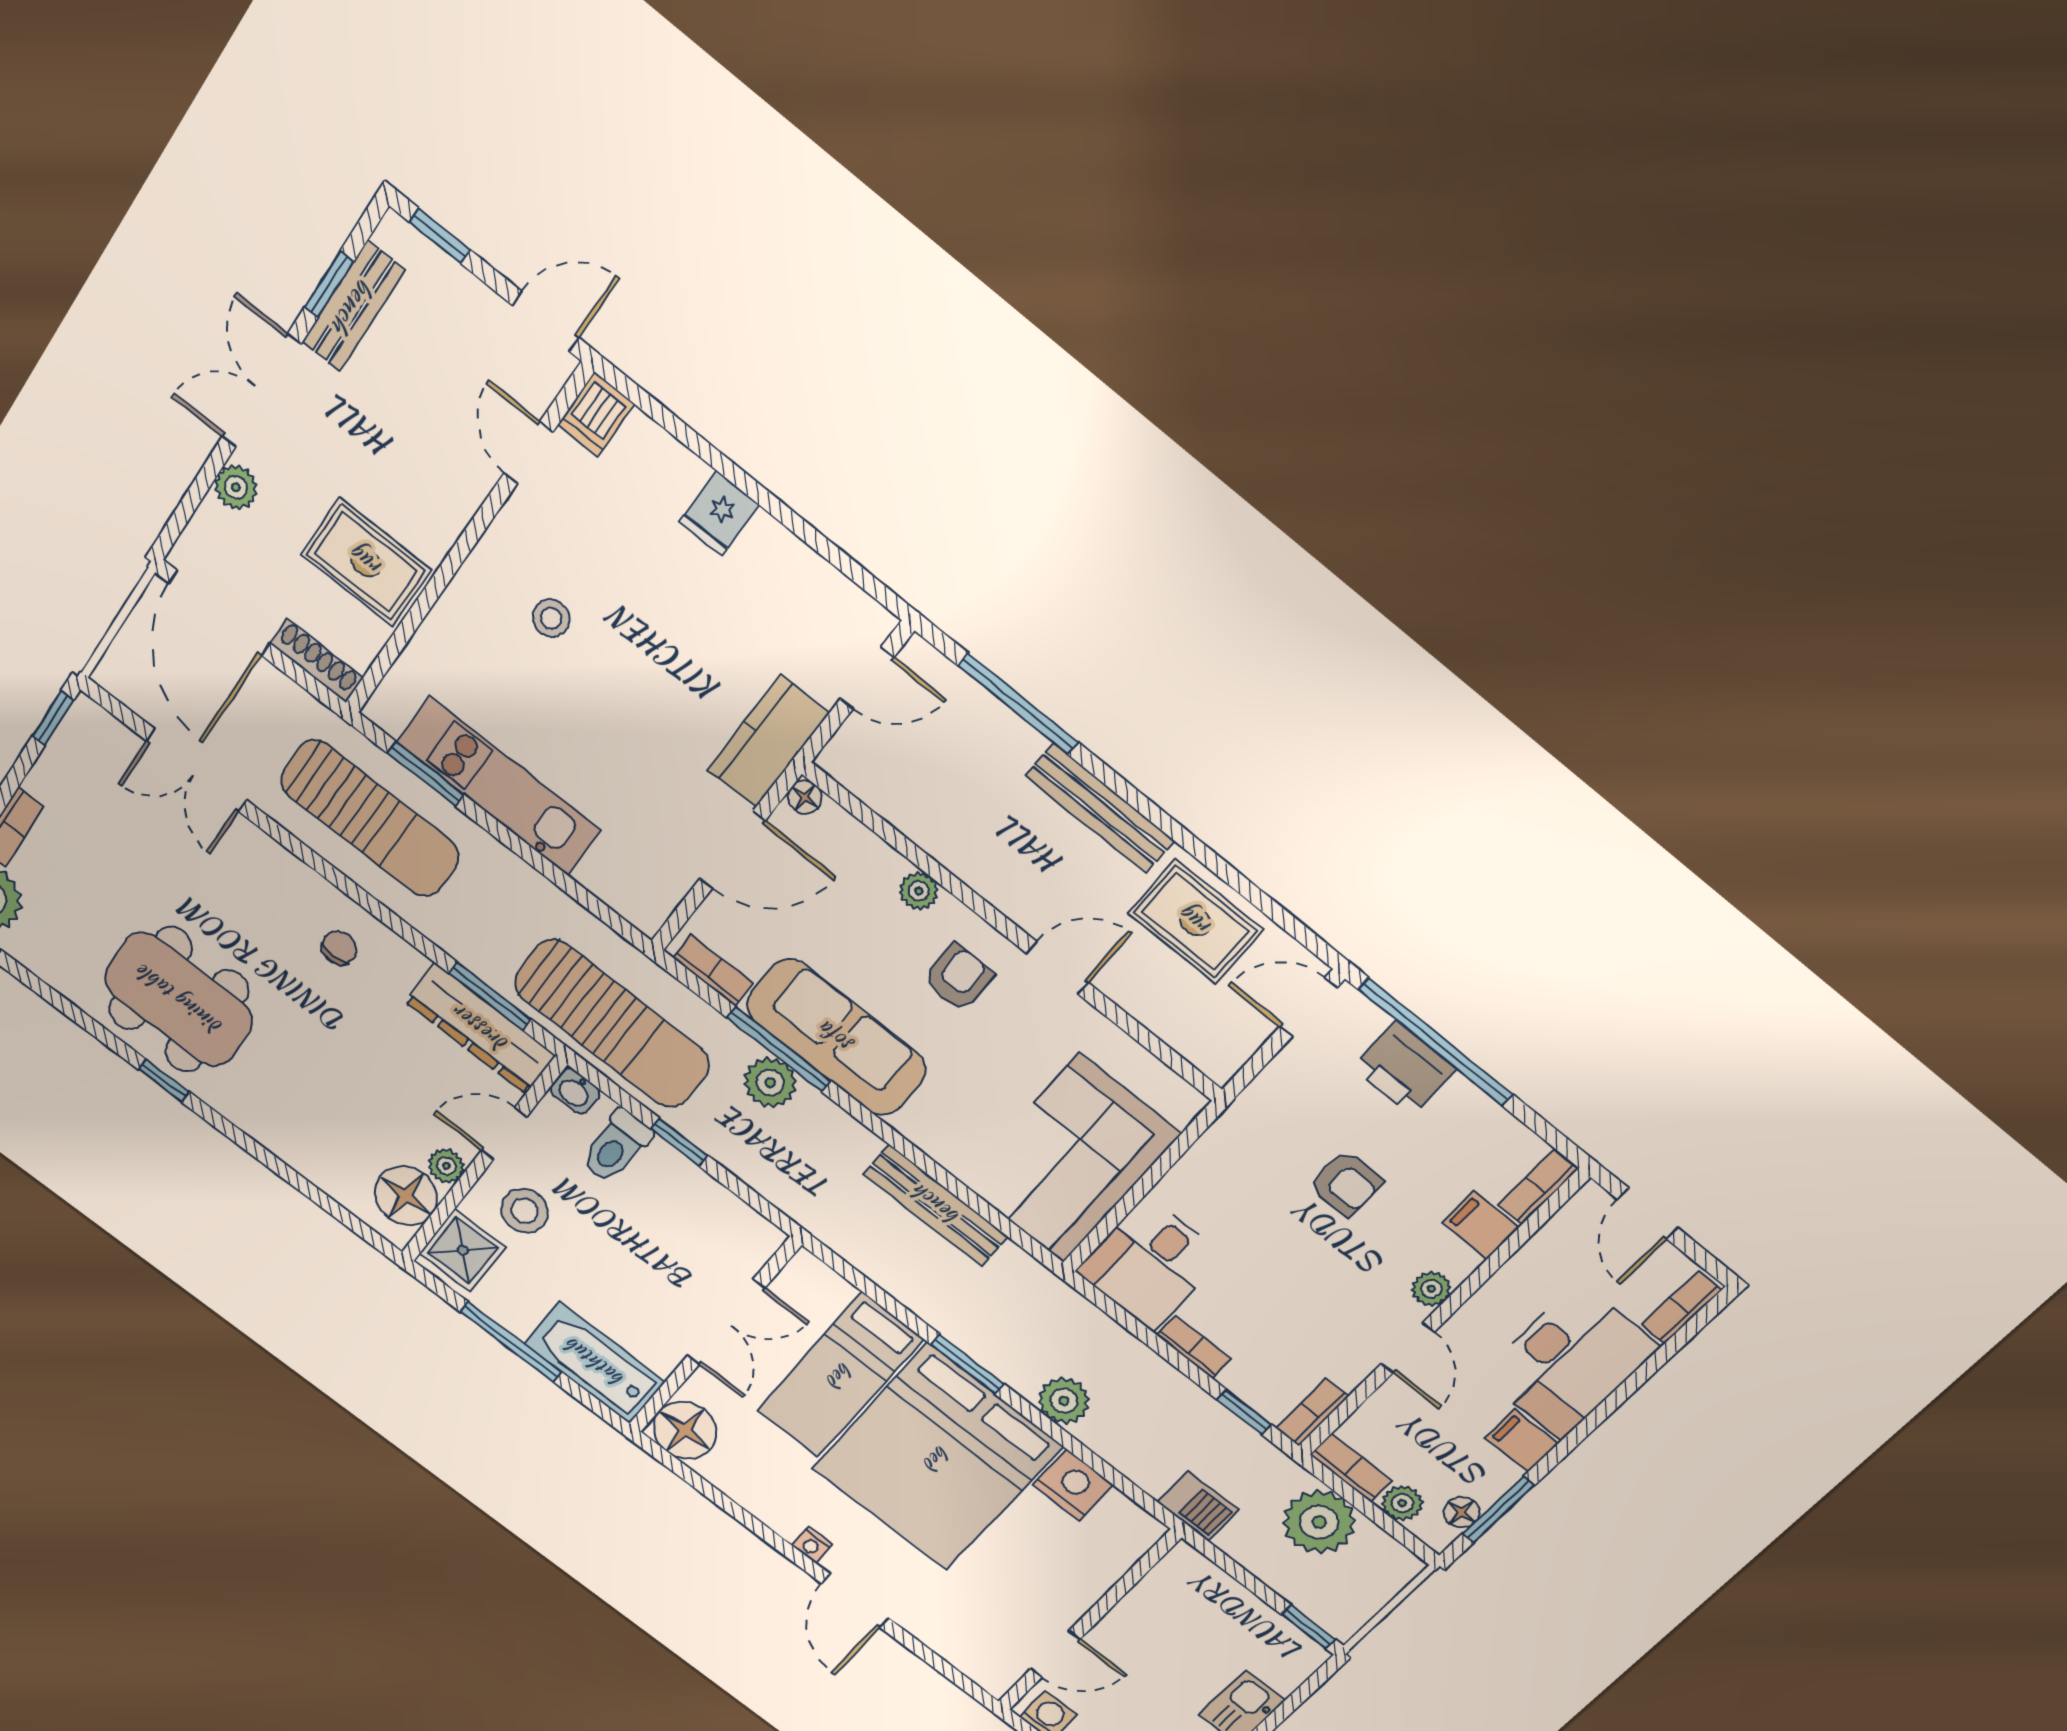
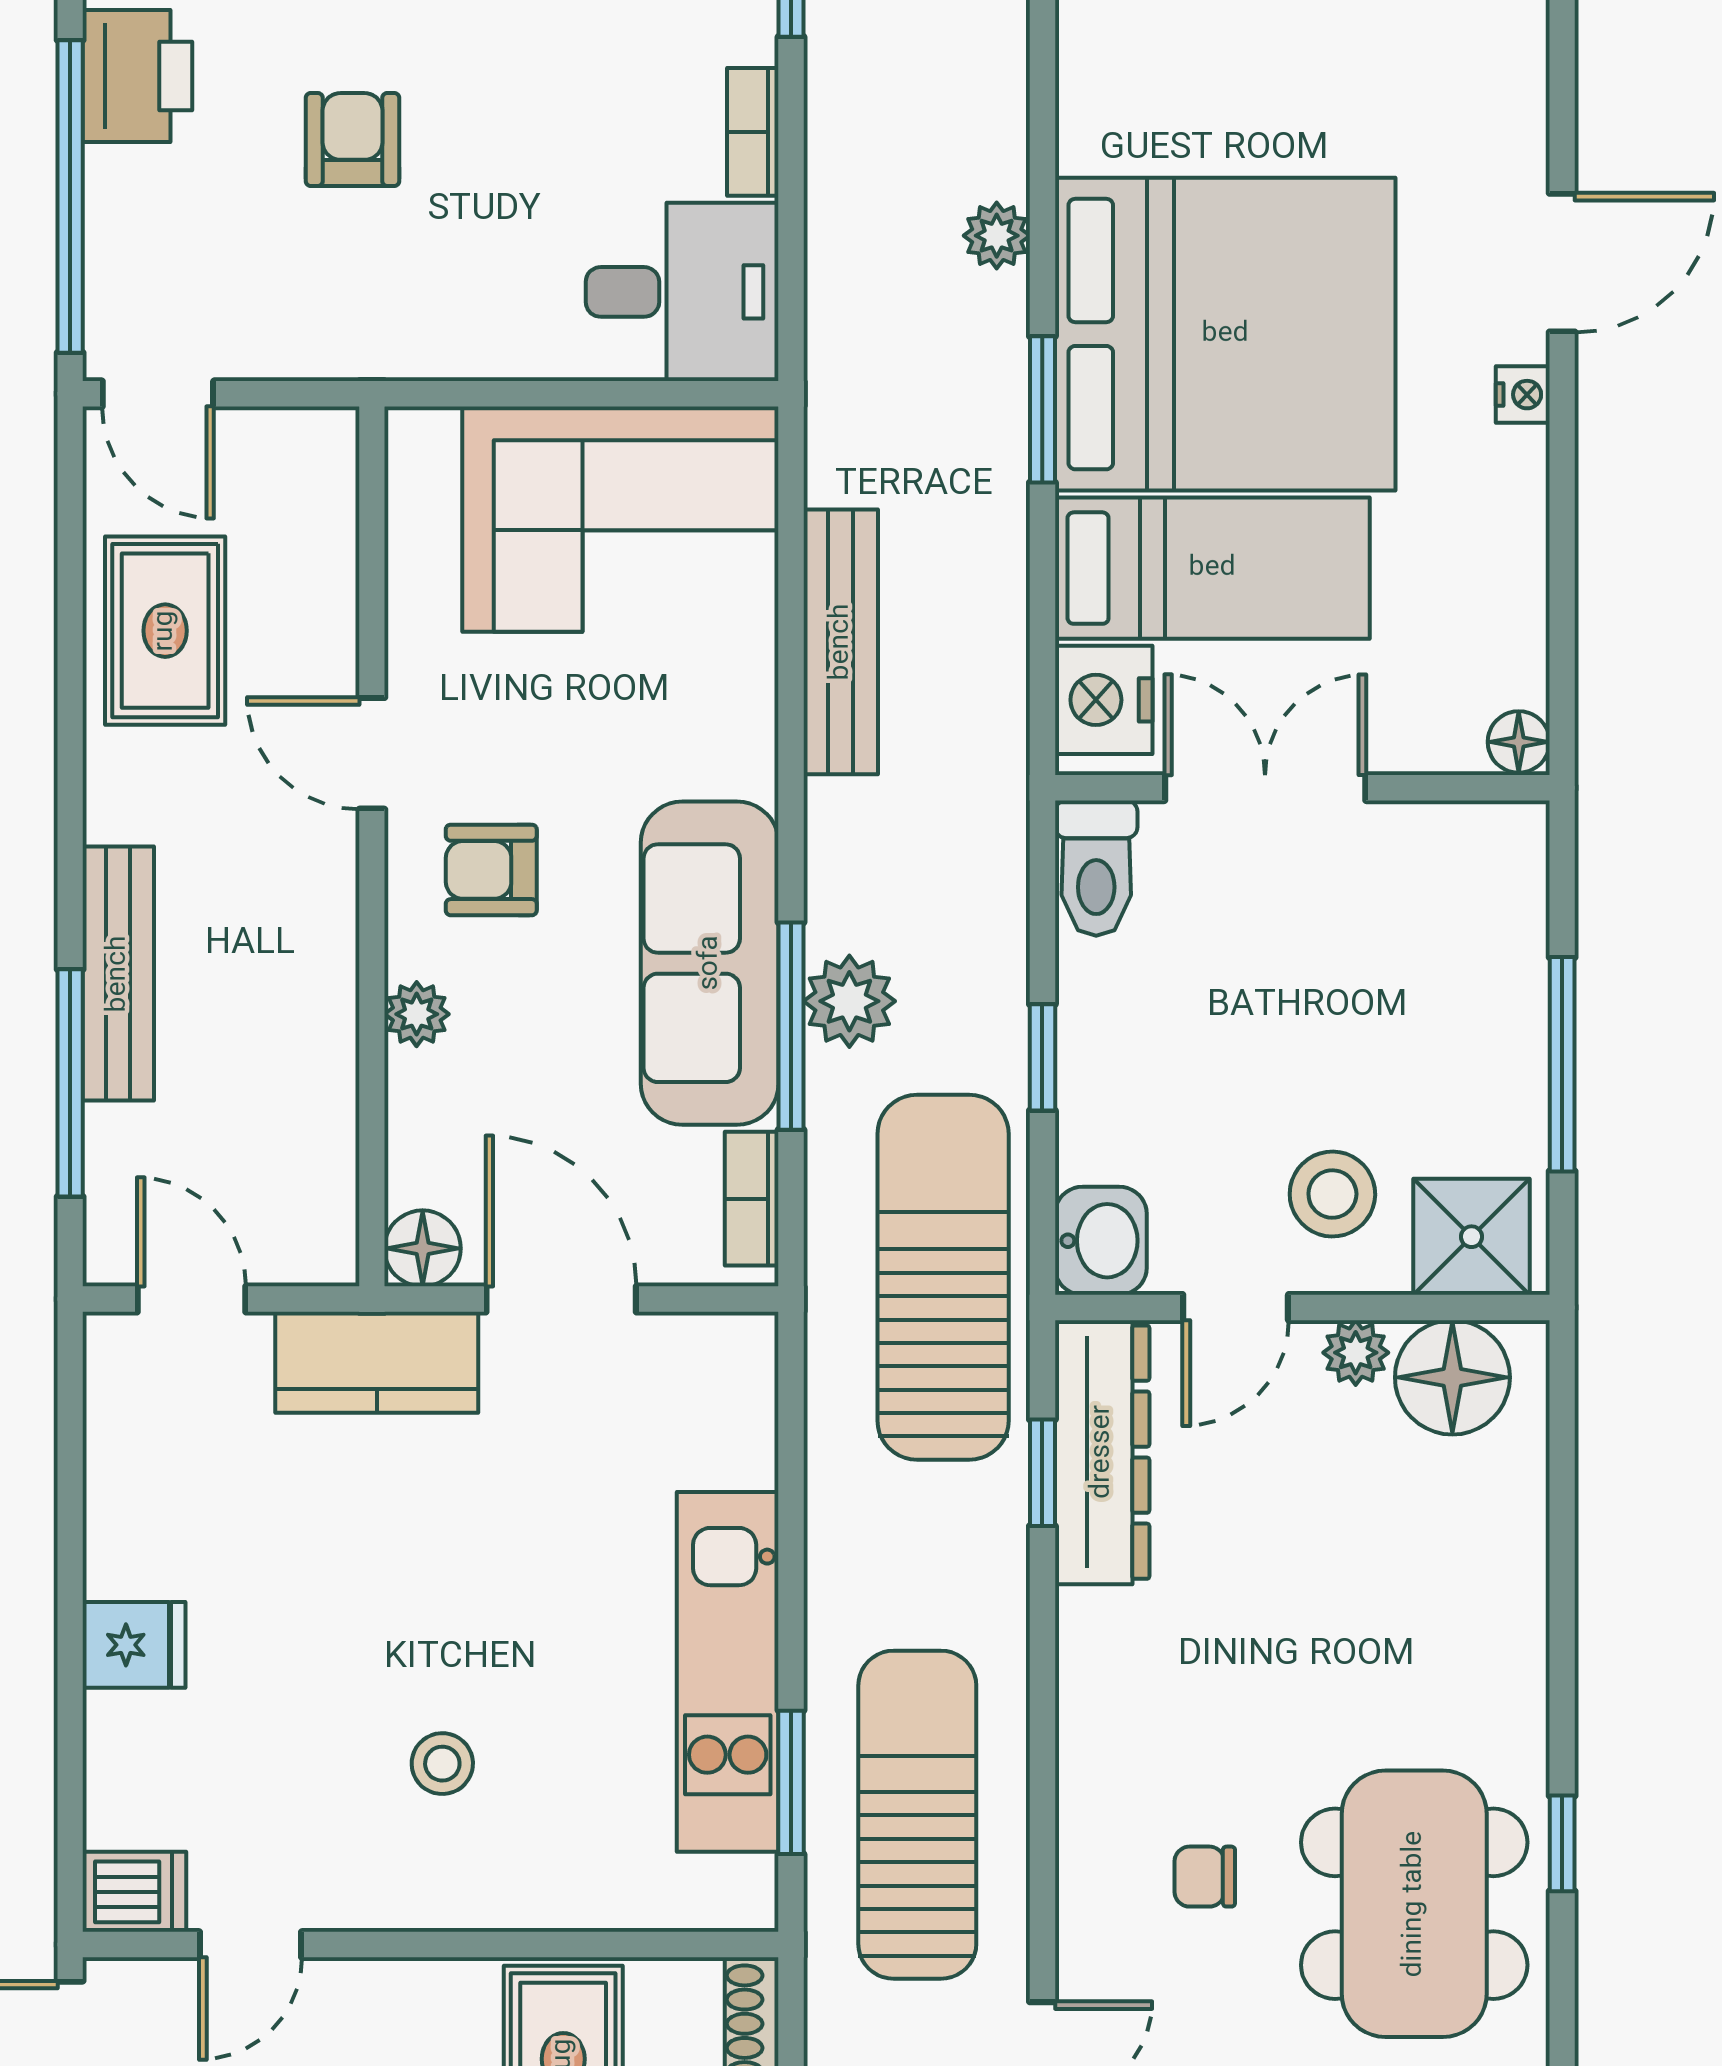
floor lamp: (805, 797) -> (423, 1248), width x1.37, depth x1.37
bench: (1100, 808) -> (118, 974), moved
chair: (339, 948) -> (1205, 1877), moved
window: (490, 996) -> (1042, 1473), width x0.67
printer: (1404, 1068) -> (137, 76), moved
washbasin: (575, 1091) -> (1101, 1241), width x1.38, depth x1.45
door: (504, 1134) -> (1236, 1307), hinge flipped
toilet: (616, 1146) -> (1096, 868), moved, turned 90
bathtub: (595, 1363) -> (1492, 922), removed
plant: (1064, 1401) -> (997, 236), width x0.73, depth x0.73
floor lamp: (685, 1430) -> (1519, 742), width x0.53, depth x0.53
nightstand: (1073, 1485) -> (1104, 700), moved

